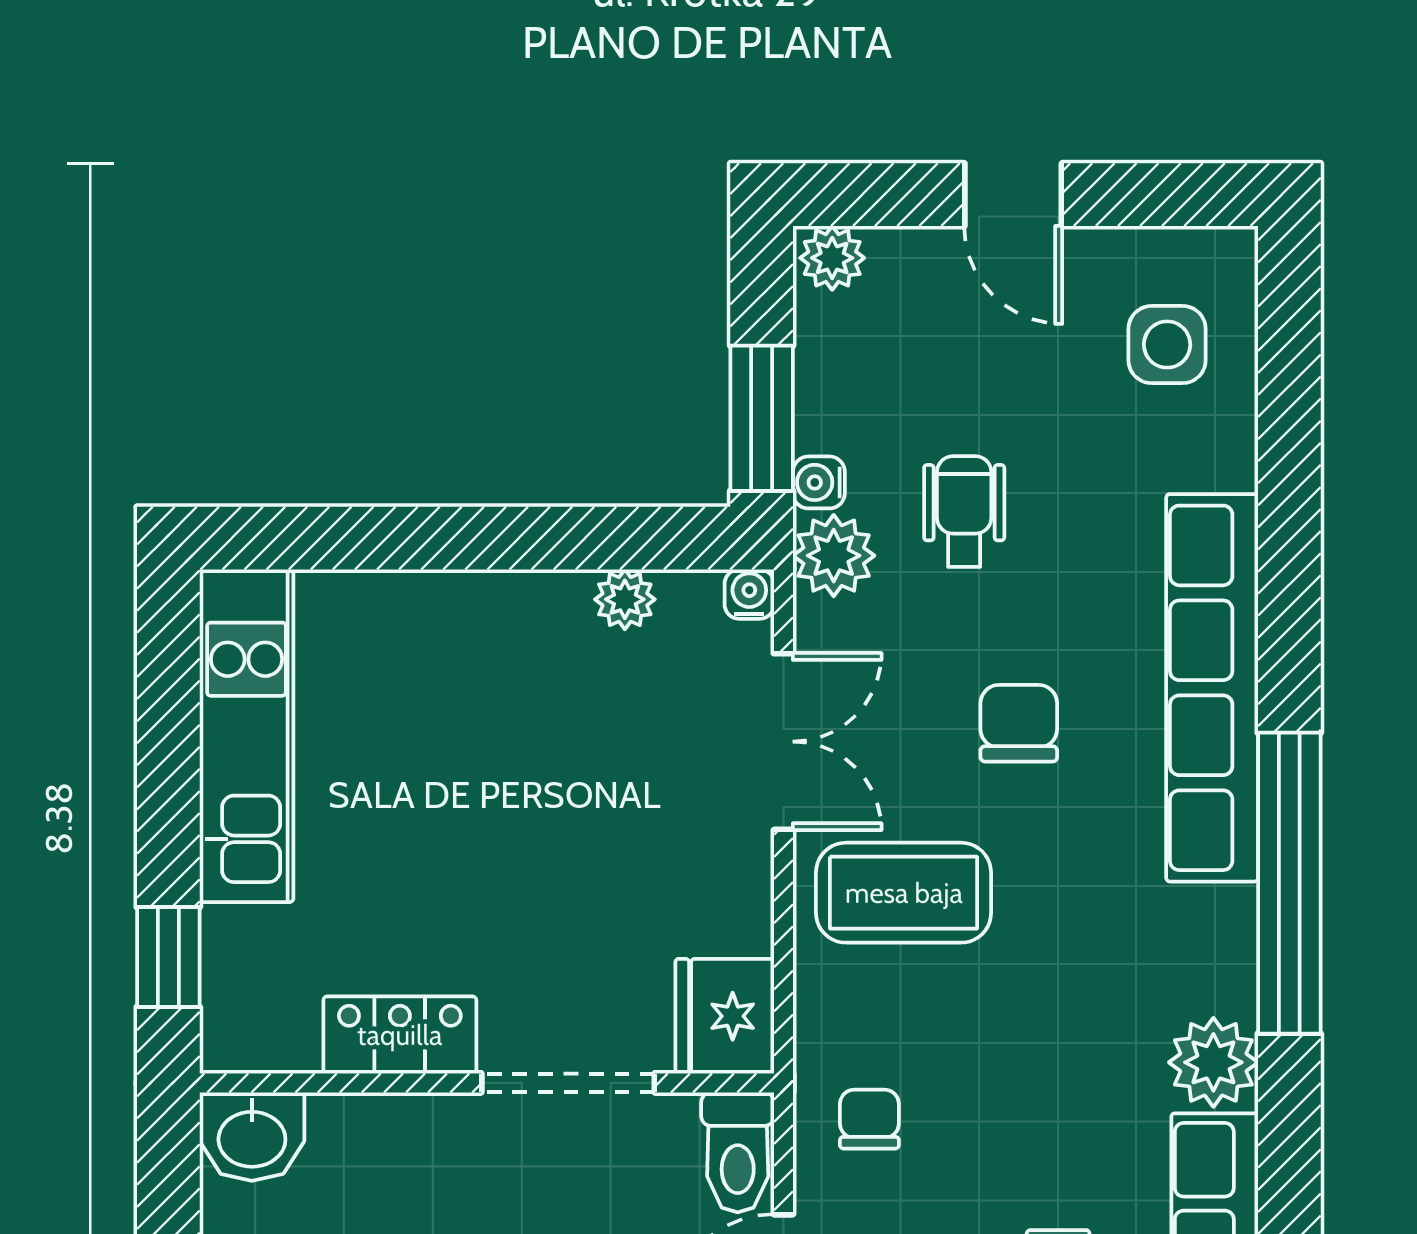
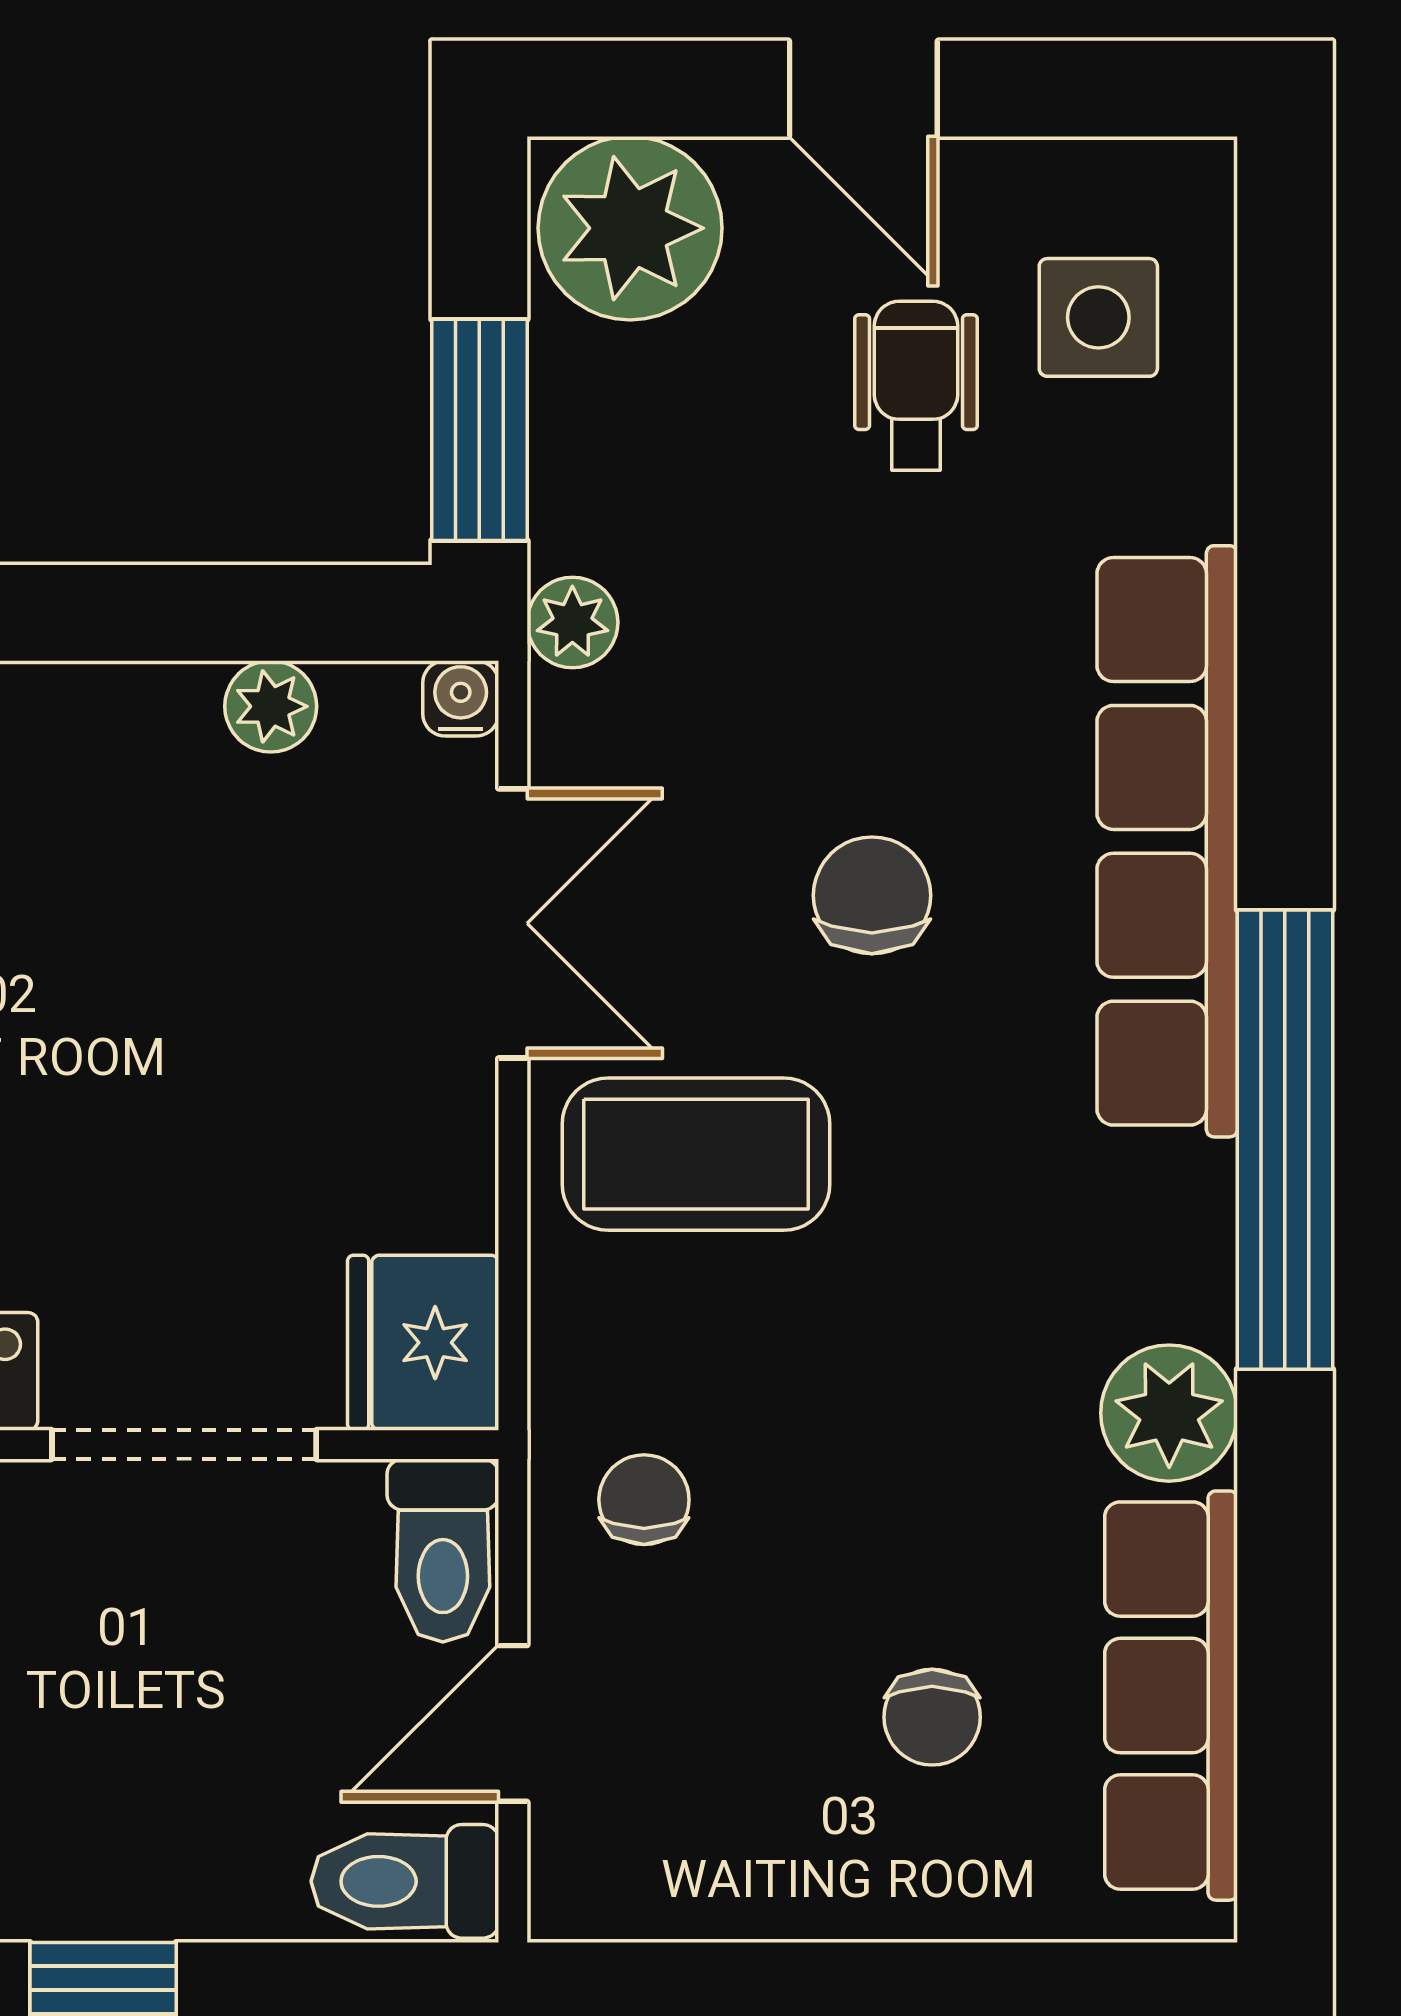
plant: (832, 258) -> (630, 228), width x1.87, depth x1.87
water cooler: (819, 482) -> (567, 528), removed
wheelchair: (964, 512) -> (916, 386), moved
plant: (834, 556) -> (572, 622), width x0.73, depth x0.73

